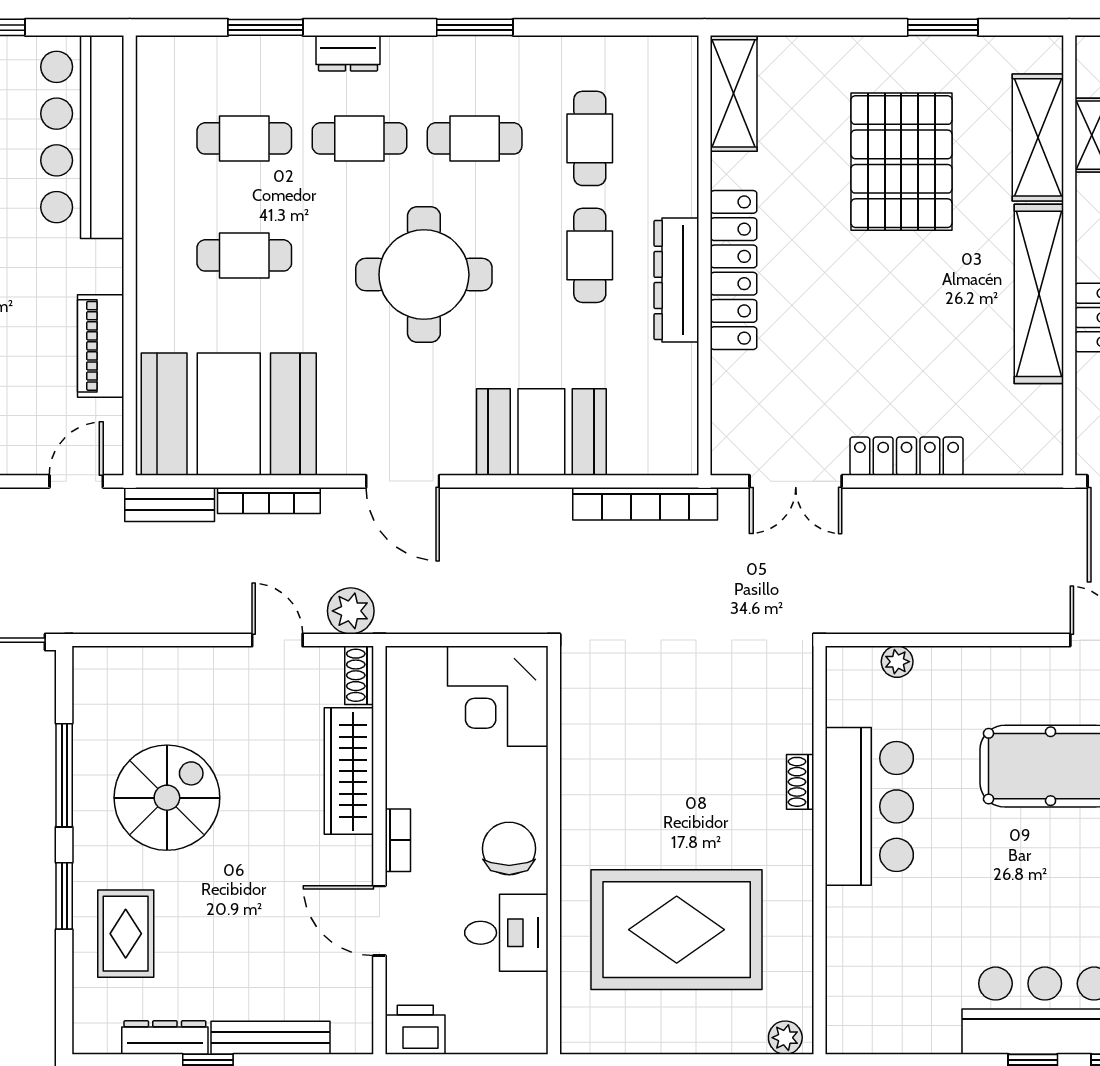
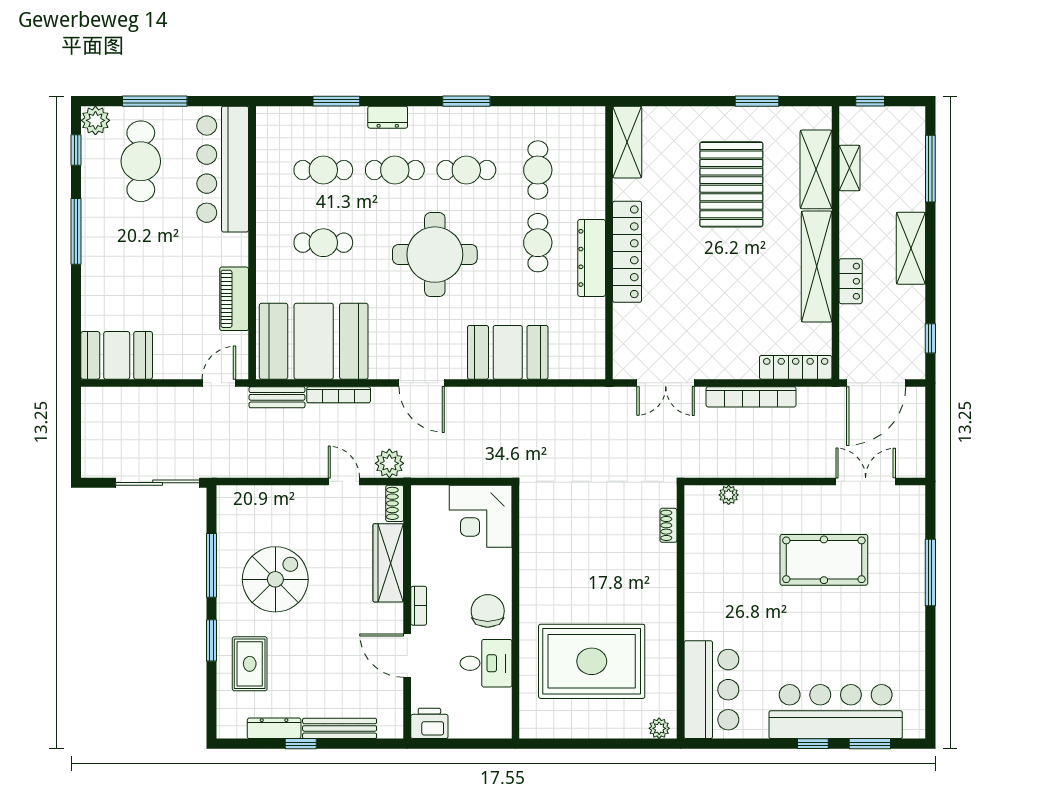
locker: (907, 456) -> (796, 367), moved
bookcase: (645, 504) -> (751, 397), moved
shoe rack: (800, 782) -> (668, 525), moved
bar counter: (869, 806) -> (711, 690), moved

